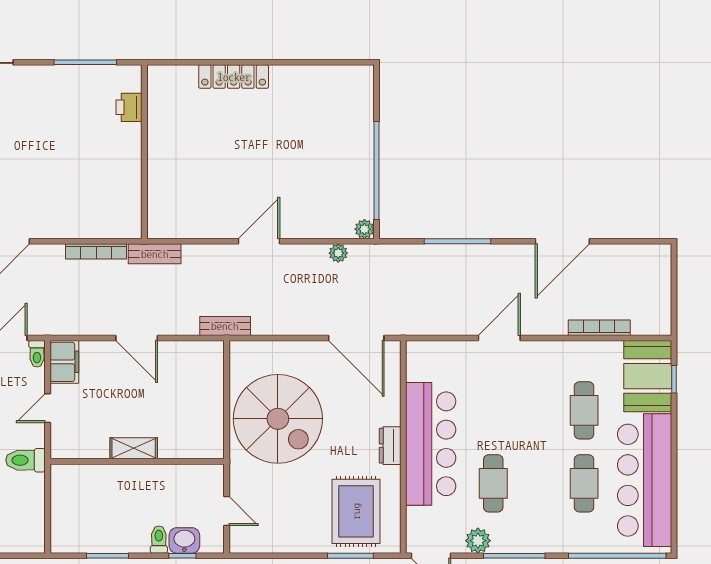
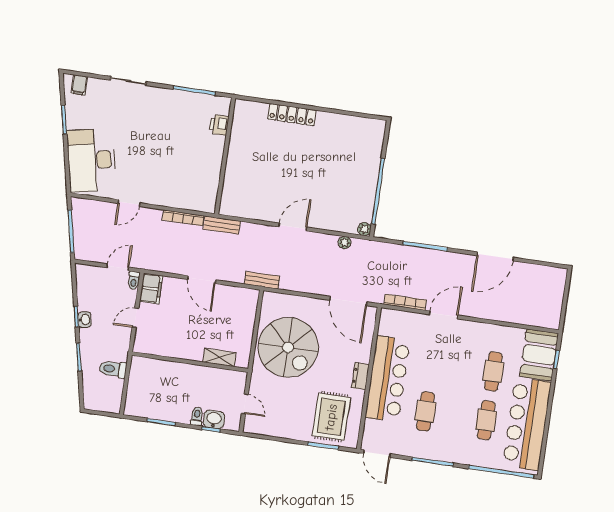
bookcase: (599, 328) -> (405, 302), moved
shelving: (134, 448) -> (219, 357), moved
toilet: (26, 460) -> (113, 369), moved
plant: (478, 541) -> (410, 448), removed

